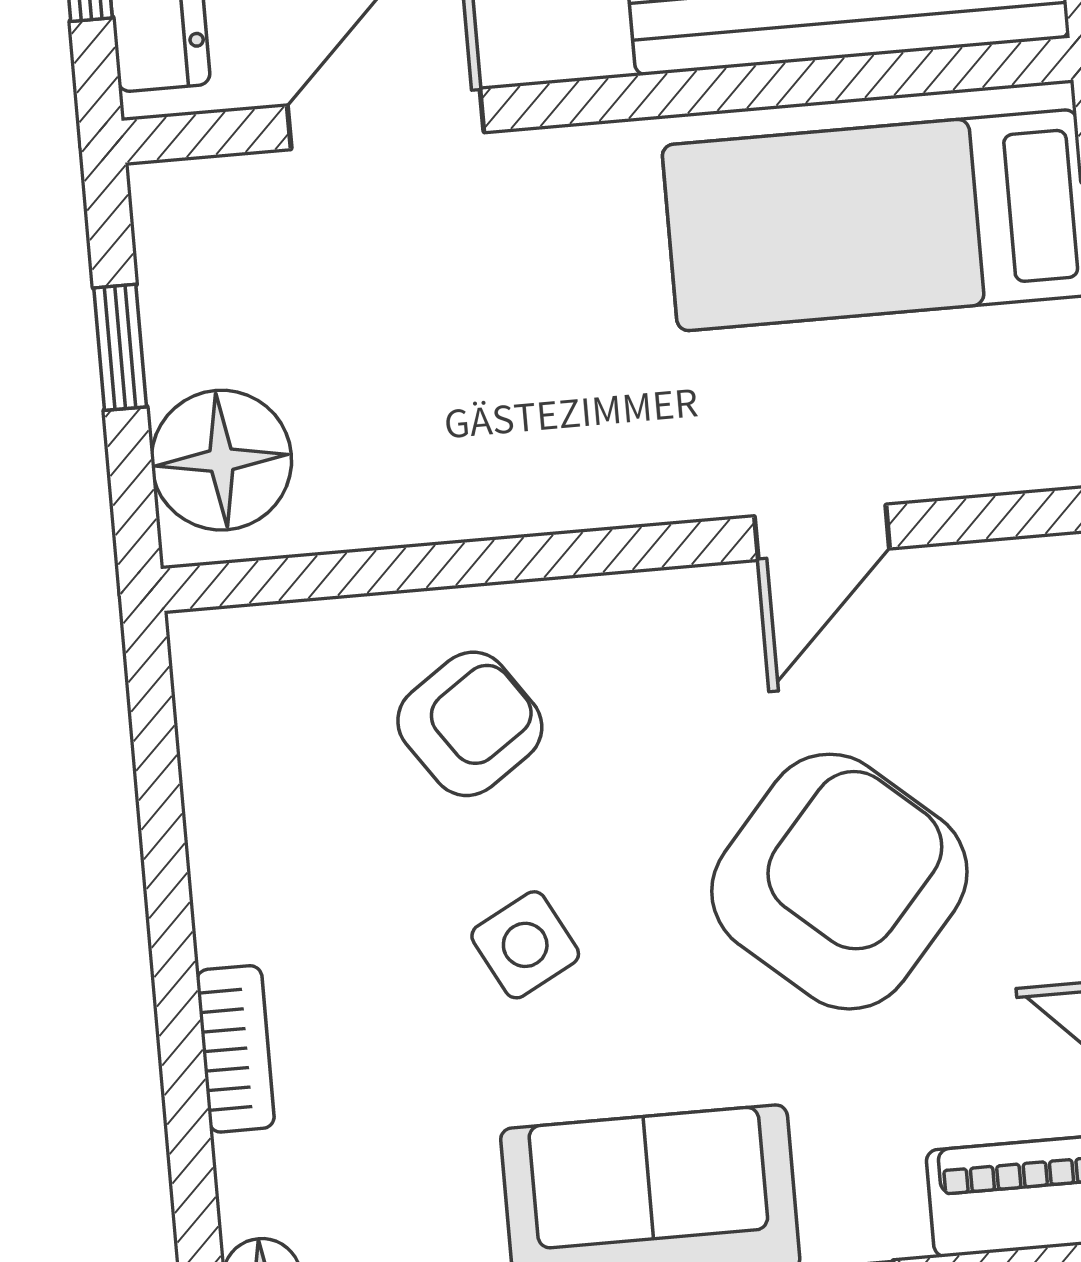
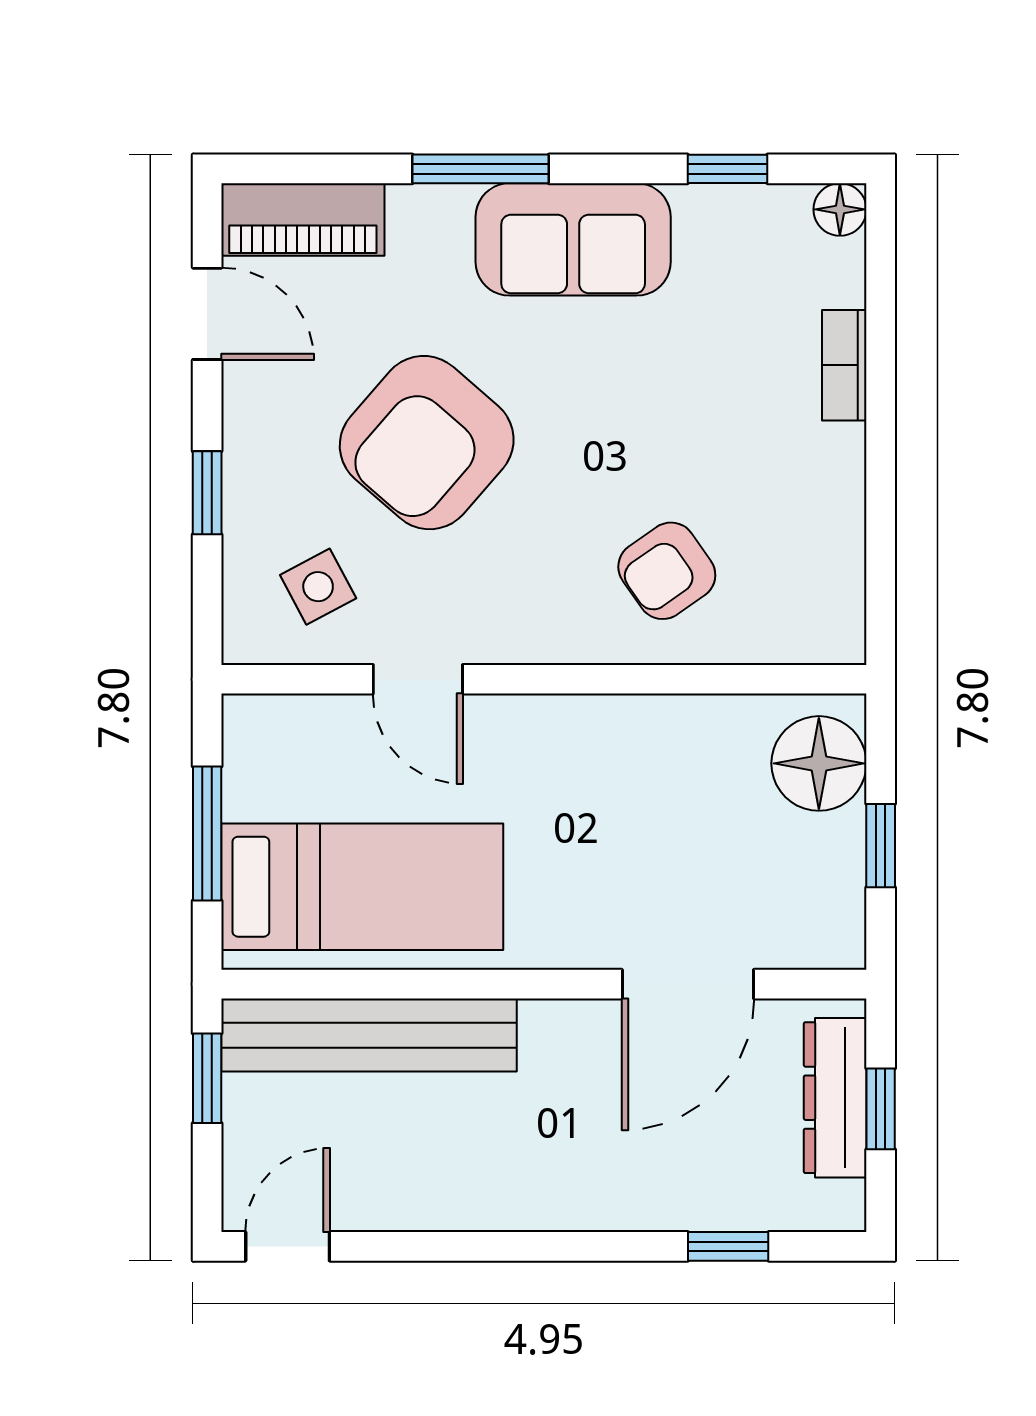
door: (822, 532) -> (418, 679), swing flipped
side table: (525, 945) -> (318, 587), moved

